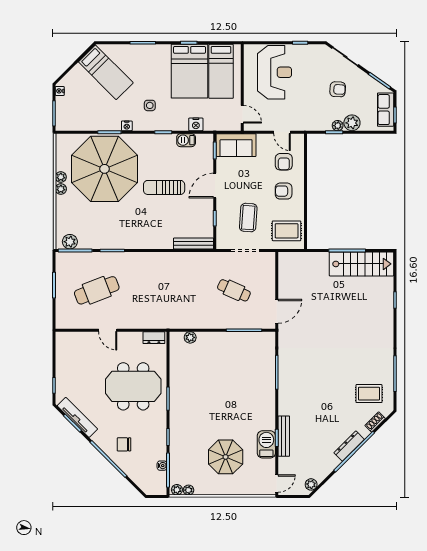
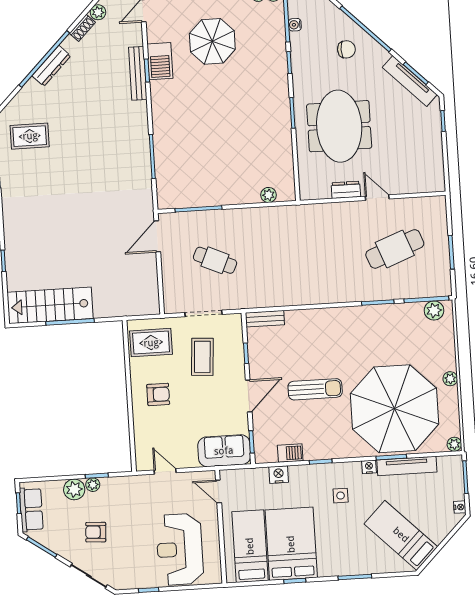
tv unit: (98, 125) -> (407, 466), added
armchair: (284, 162) -> (160, 433), removed
plant: (61, 177) -> (454, 444), moved
bench: (194, 243) -> (265, 319), width x0.73
dresser: (154, 338) -> (346, 190), moved
meeting table: (133, 386) -> (339, 126), turned 90
shoe rack: (375, 422) -> (82, 28), moved

